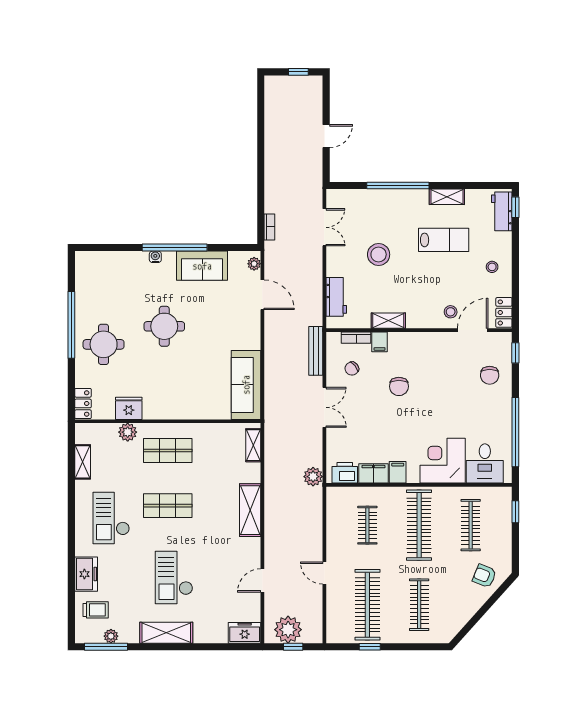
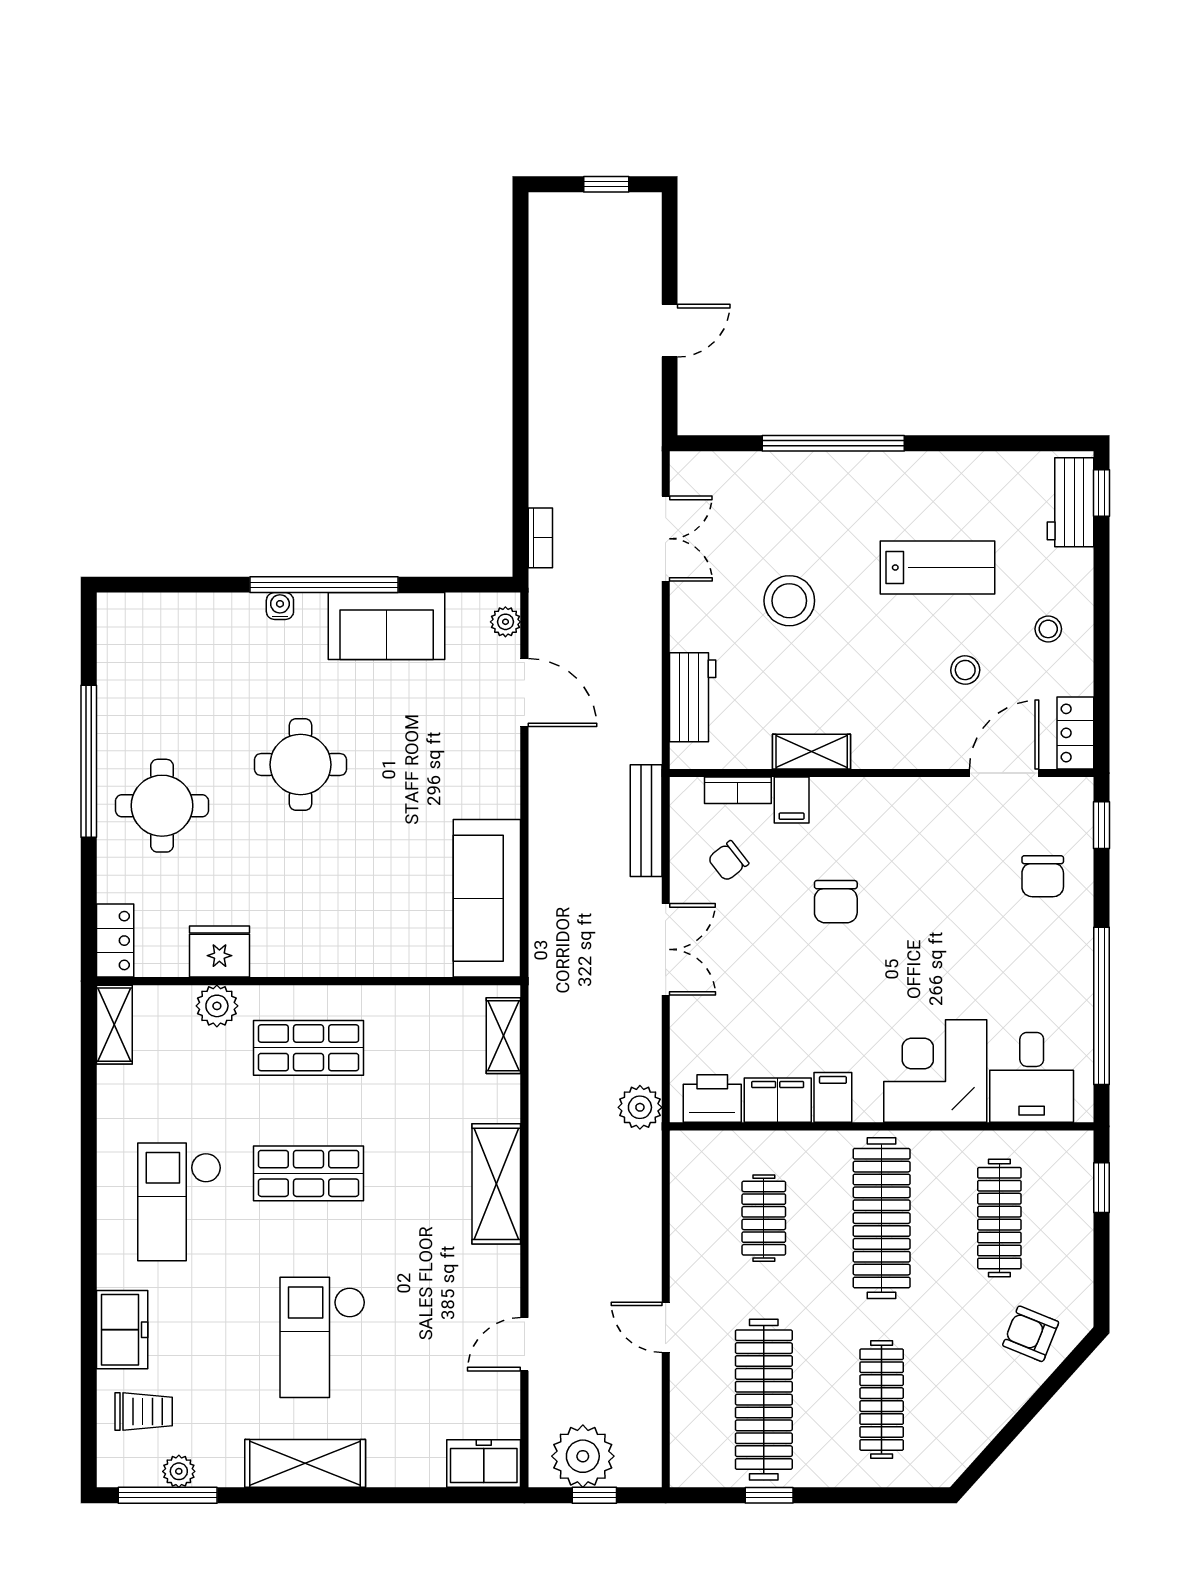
shelving: (447, 197) -> (945, 469), removed
stool: (451, 312) -> (965, 670), moved
shelving: (83, 462) -> (114, 1025), moved

